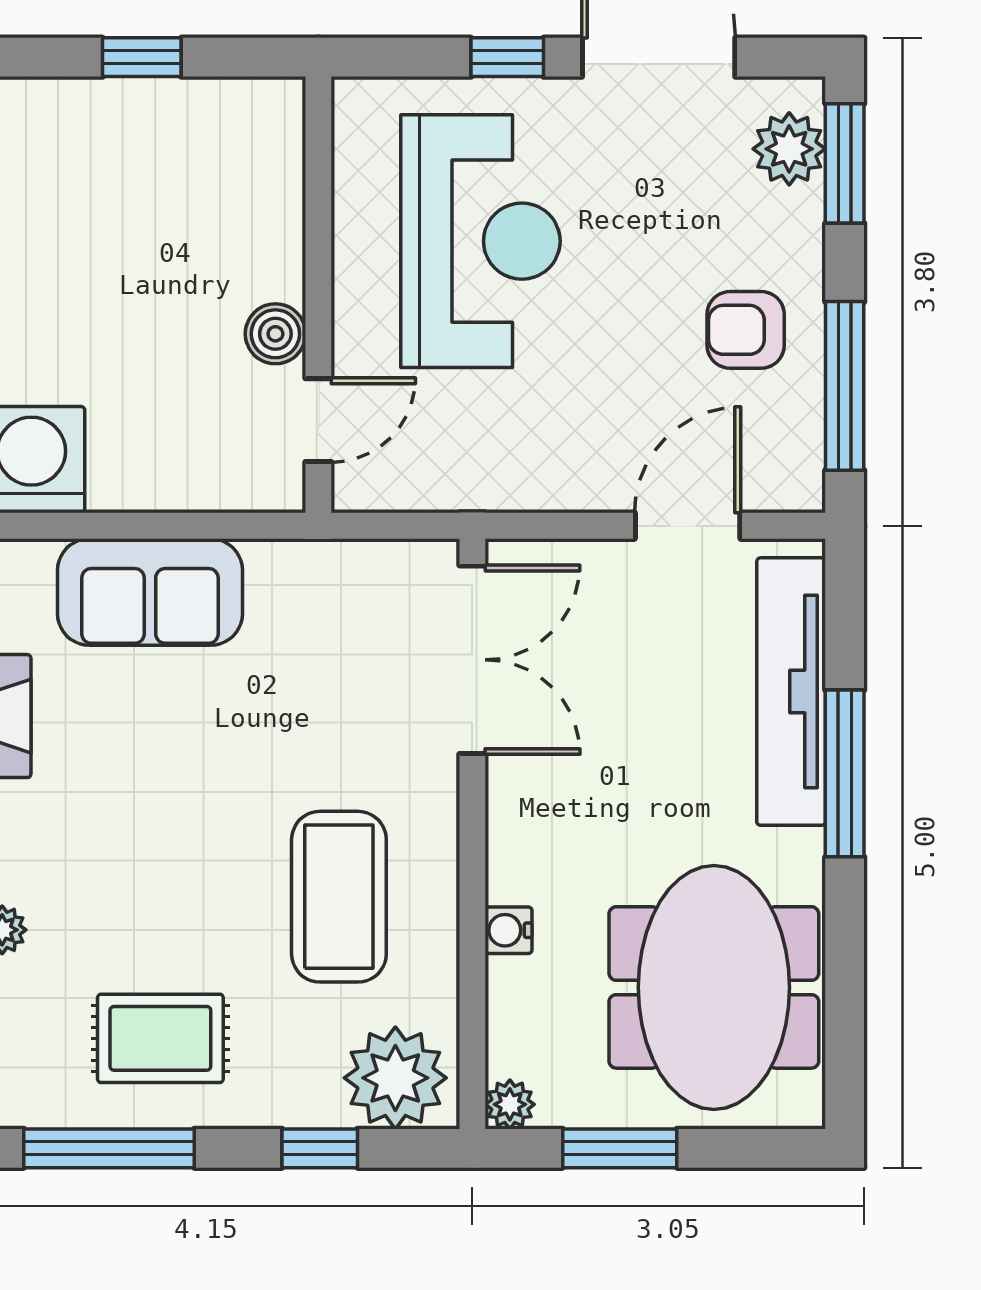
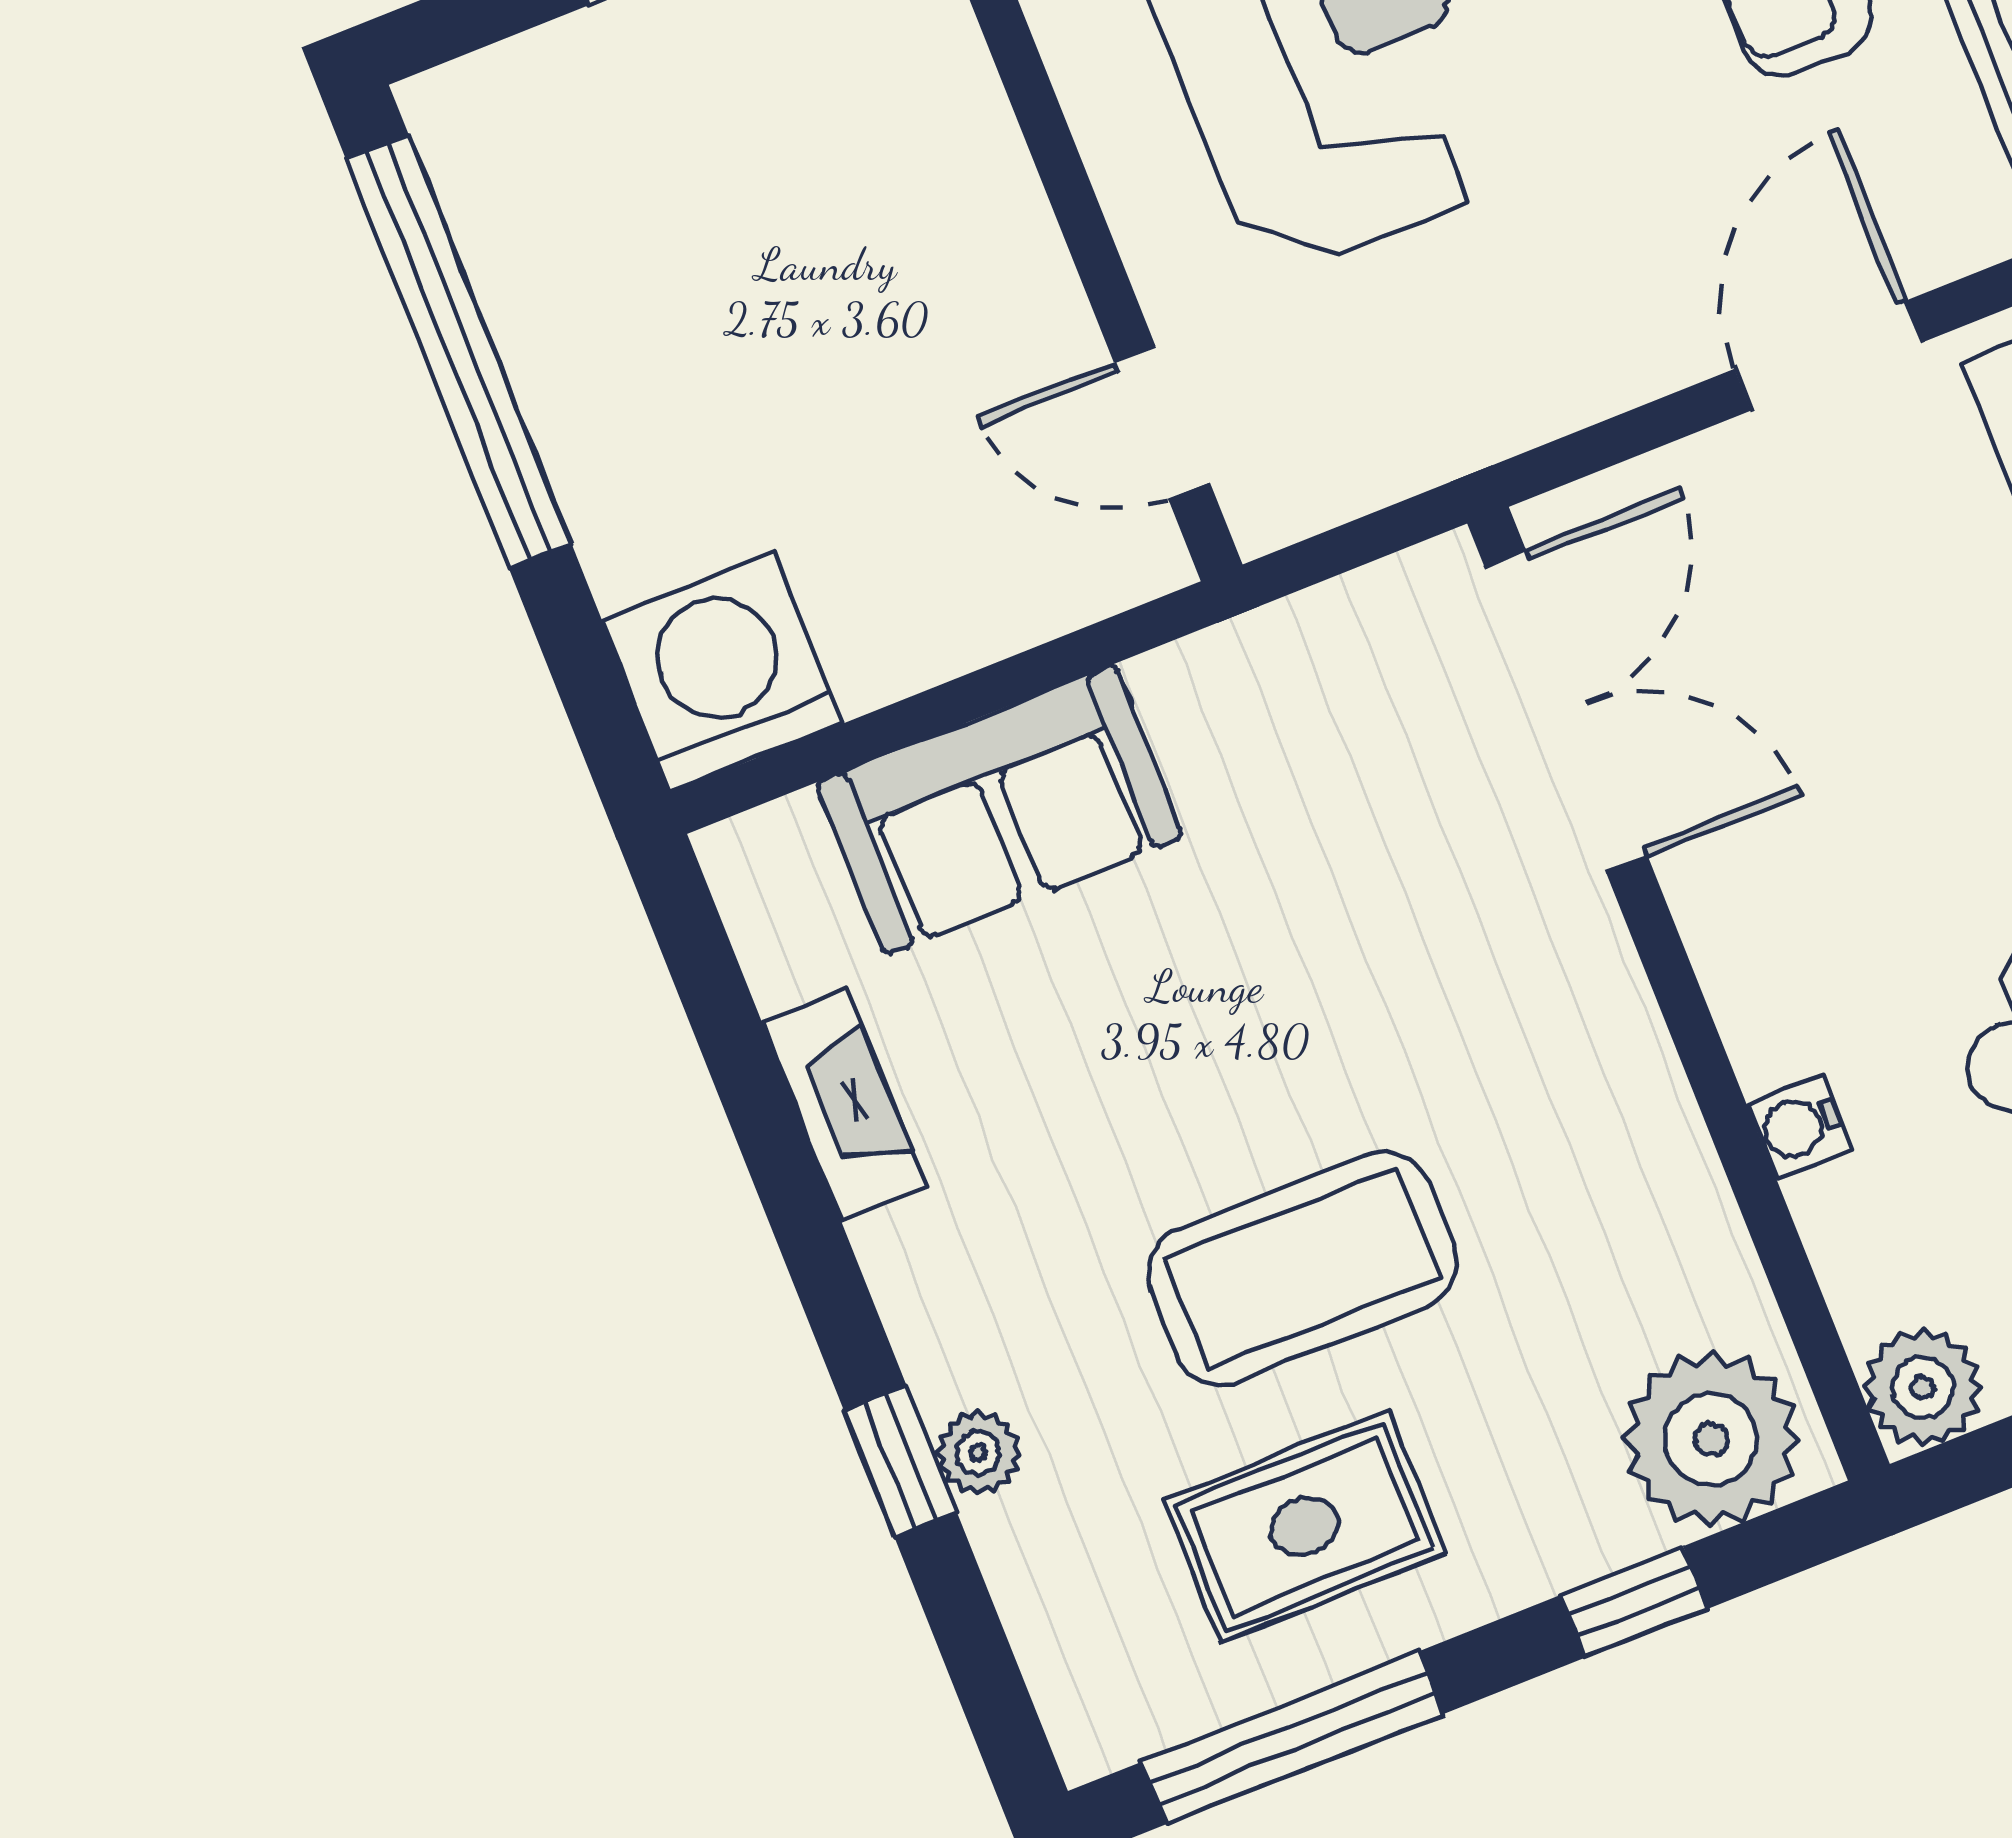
boiler: (275, 334) -> (1037, 310), removed
door: (318, 420) -> (1162, 423), swing flipped
coffee table: (339, 897) -> (1302, 1268), moved, turned 90
plant: (510, 1104) -> (1923, 1387), width x1.38, depth x1.38

